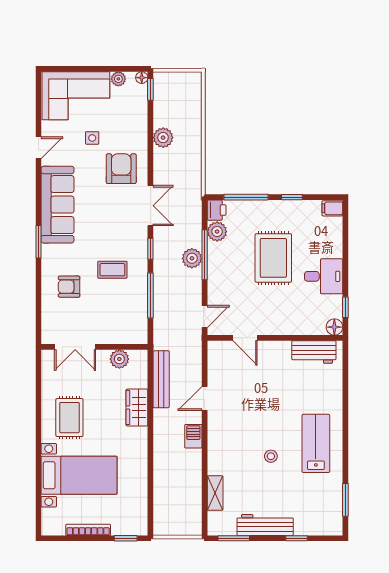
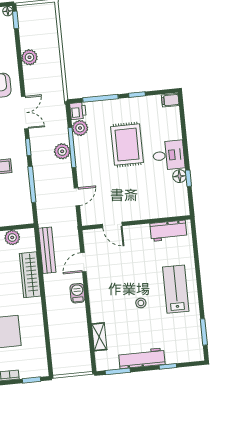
floor lamp: (334, 327) -> (179, 176), moved
door: (245, 338) -> (112, 225), moved
wall: (275, 338) -> (136, 223), moved
workbench: (314, 352) -> (168, 231), moved
wardrobe: (137, 408) -> (30, 275), width x1.50

